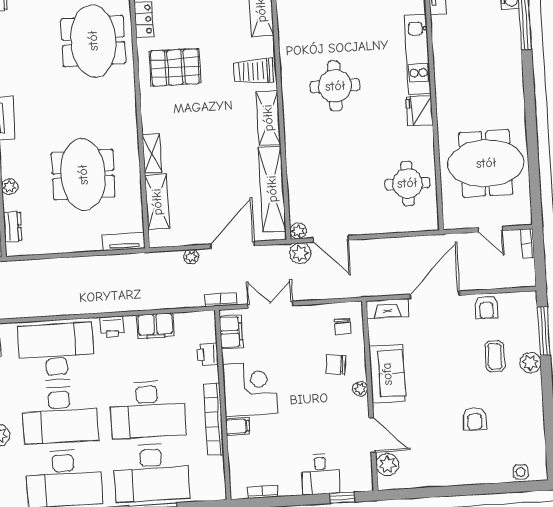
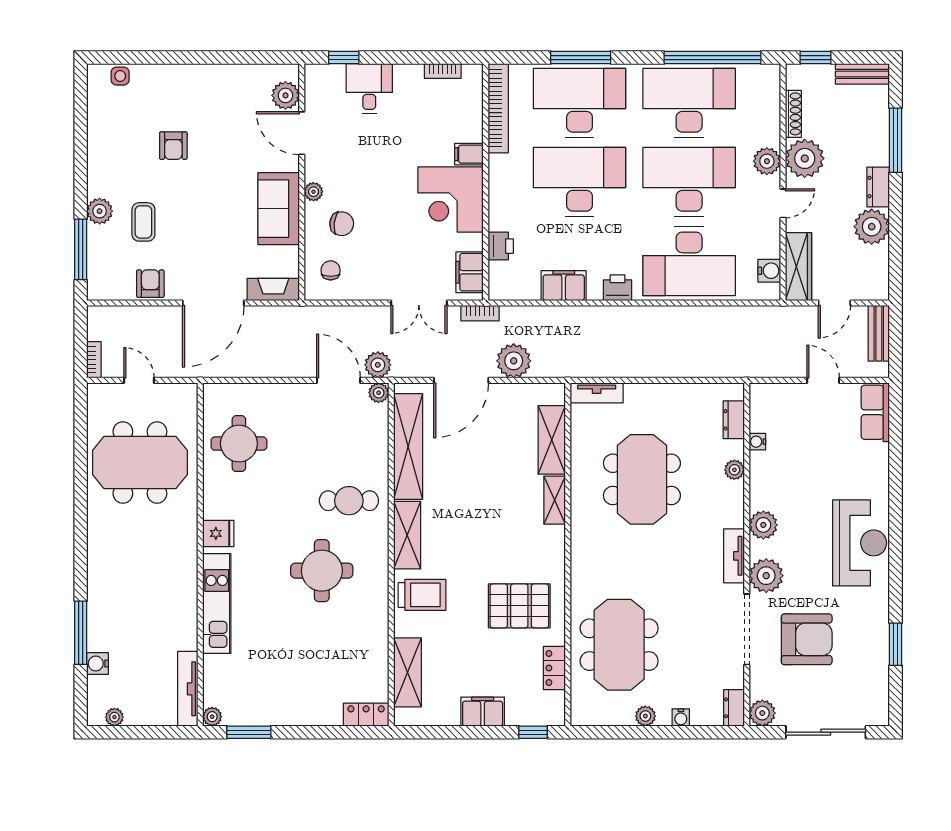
fridge: (420, 111) -> (218, 533), width x0.72
cafe table: (317, 143) -> (349, 501), added
plant: (191, 257) -> (514, 361), width x1.87, depth x1.87
bookcase: (214, 419) -> (498, 108), moved
armchair: (475, 419) -> (173, 146), turned 180

